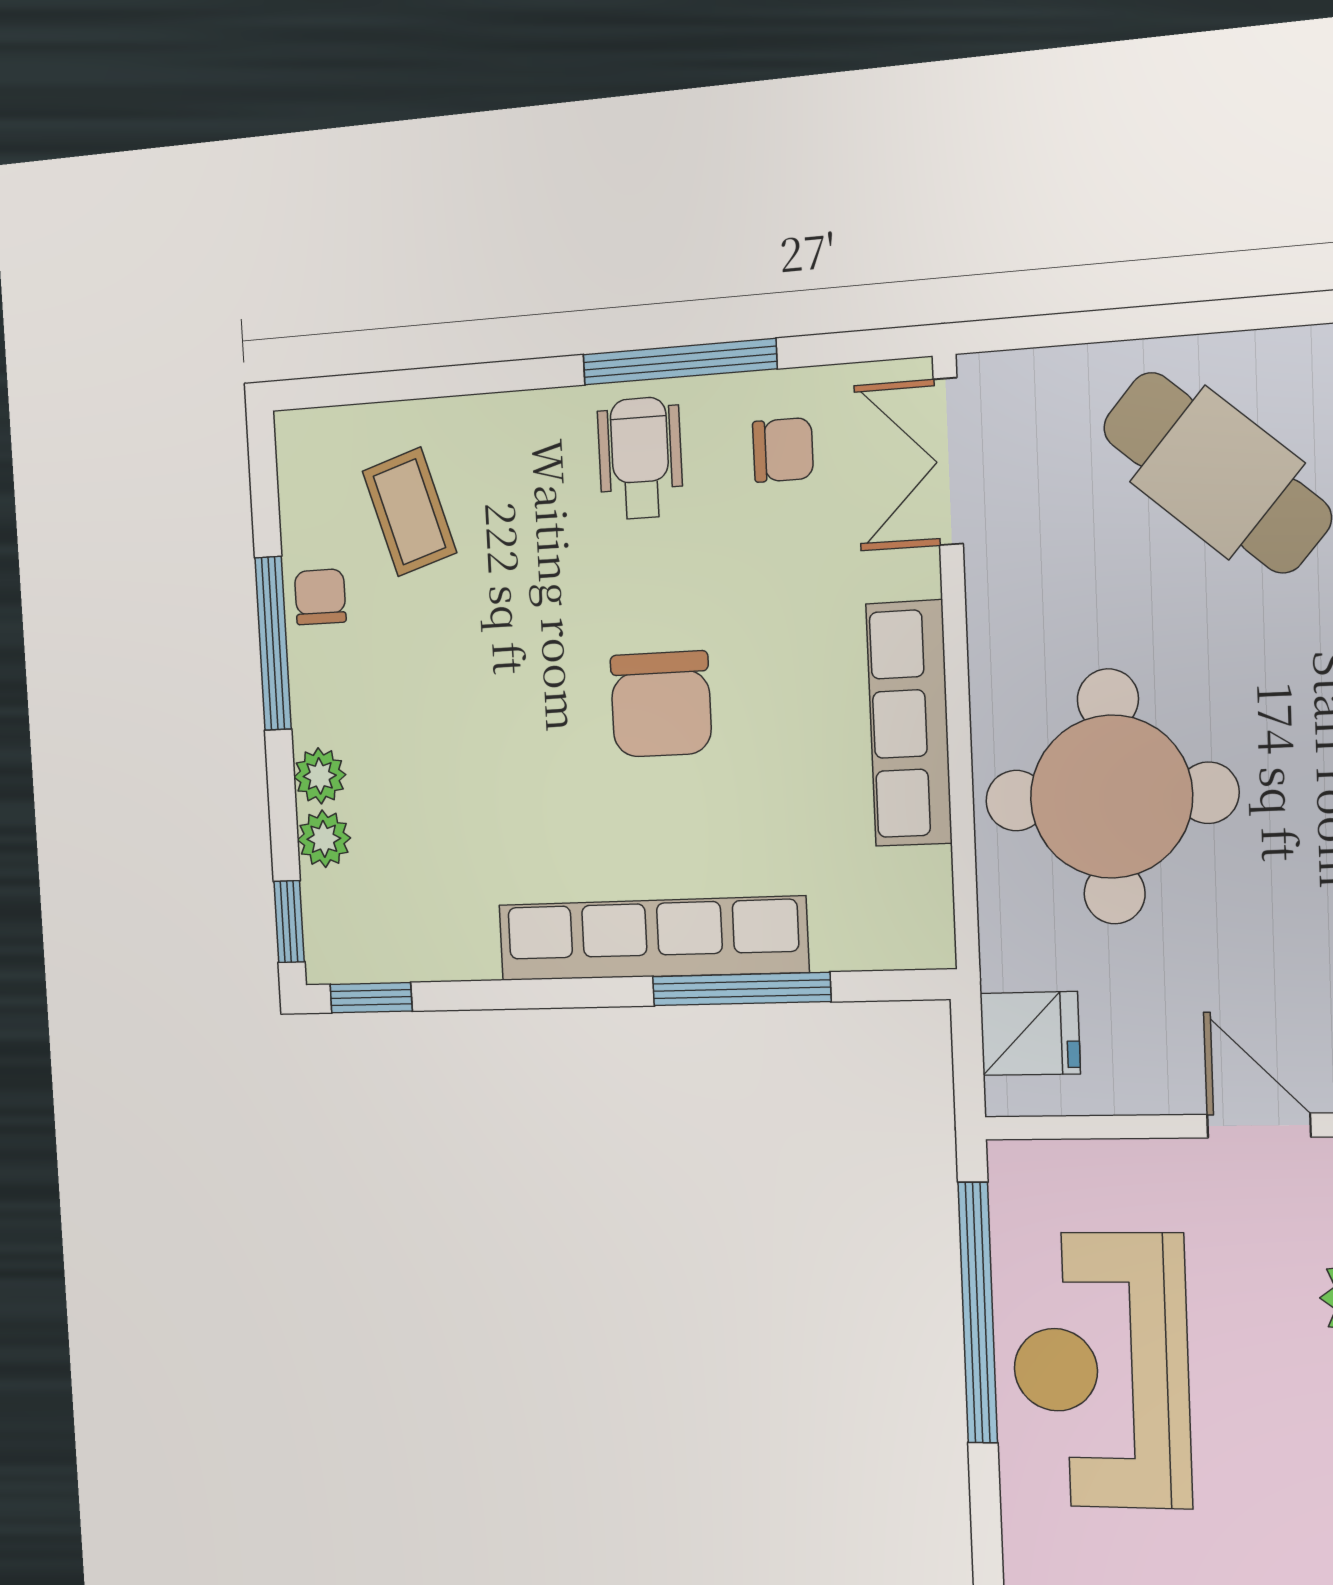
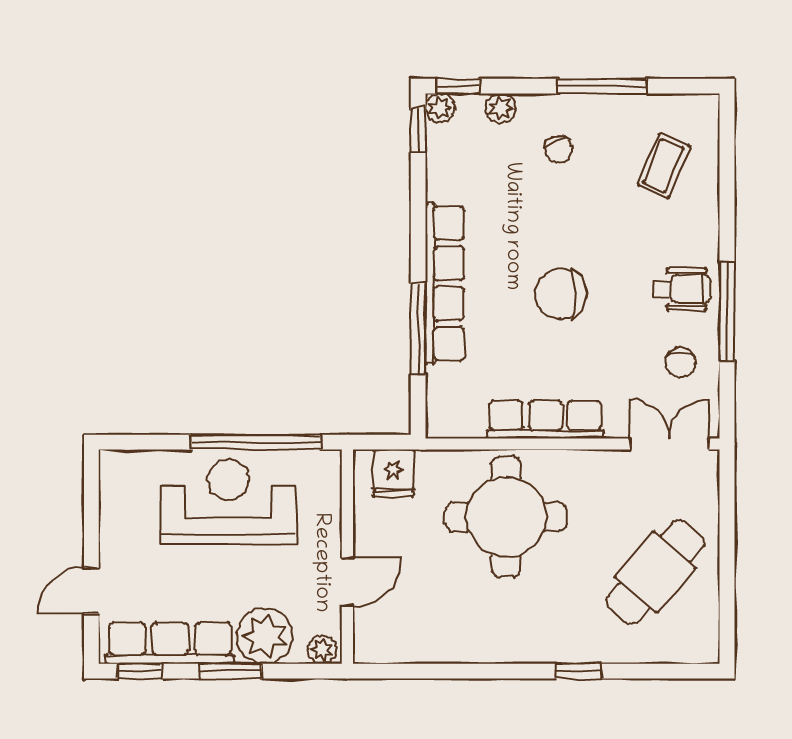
coffee table: (409, 512) -> (664, 165), turned -50
chair: (320, 597) -> (559, 149), moved, turned 73
plant: (320, 776) -> (440, 108), moved

